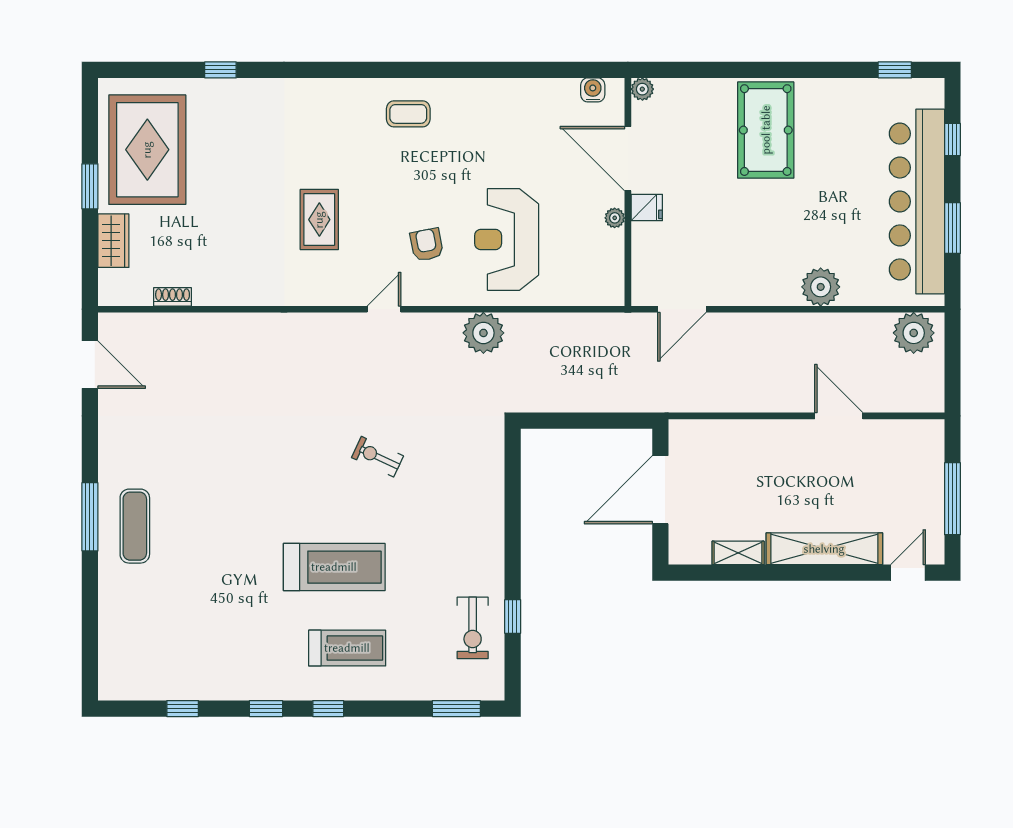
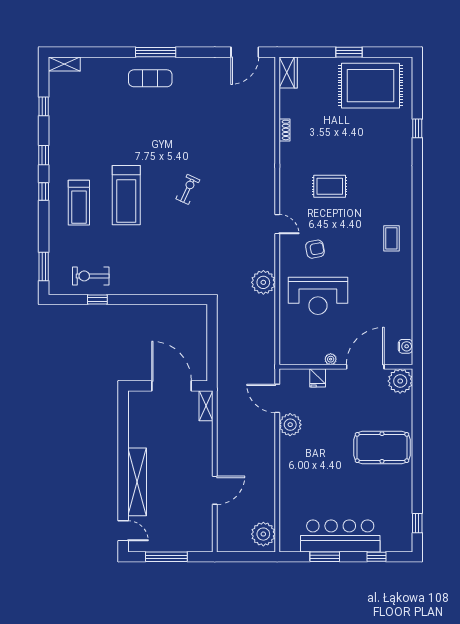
plant: (642, 89) -> (400, 381), width x1.88, depth x1.88
bar counter: (917, 201) -> (340, 536), width x0.73
fridge: (647, 207) -> (318, 378), moved
reception desk: (507, 239) -> (318, 296), turned 180
wardrobe: (113, 241) -> (288, 72), moved, turned -90
plant: (821, 287) -> (290, 425), moved
shoe rack: (173, 297) -> (284, 130), moved
exercise bike: (378, 457) -> (188, 189), moved
shelving: (738, 553) -> (206, 406), moved
shelving: (110, 673) -> (64, 64), added

